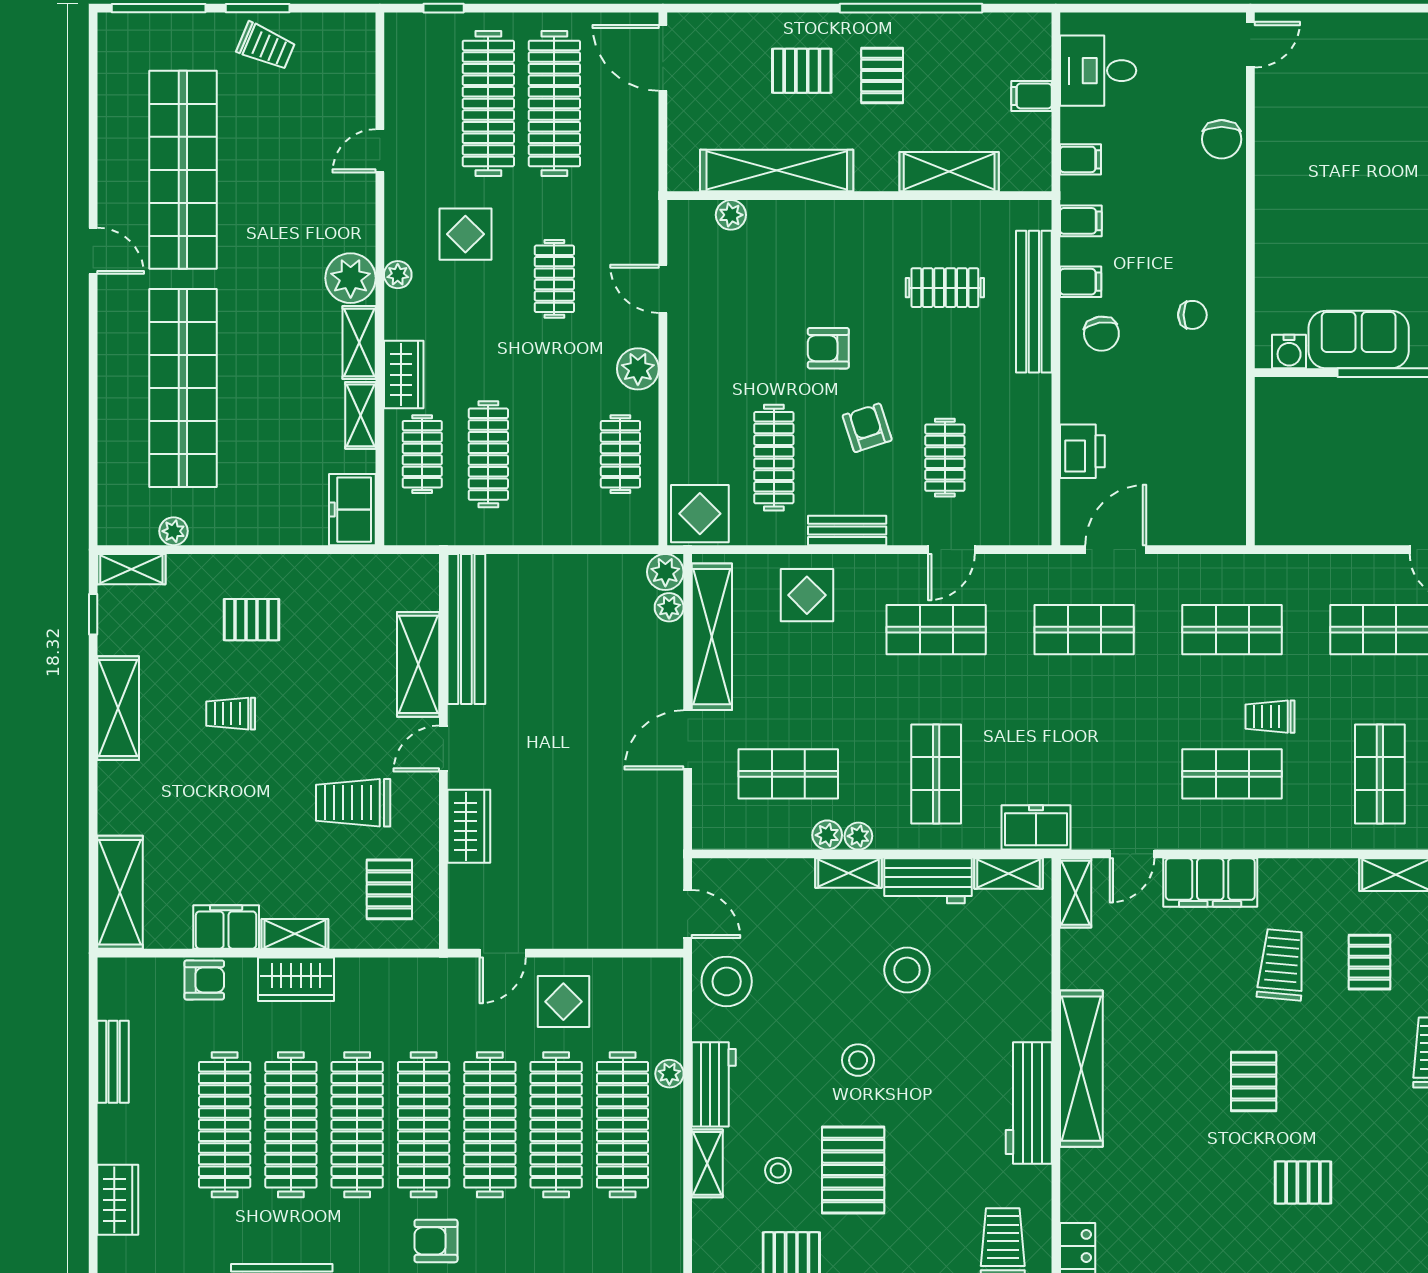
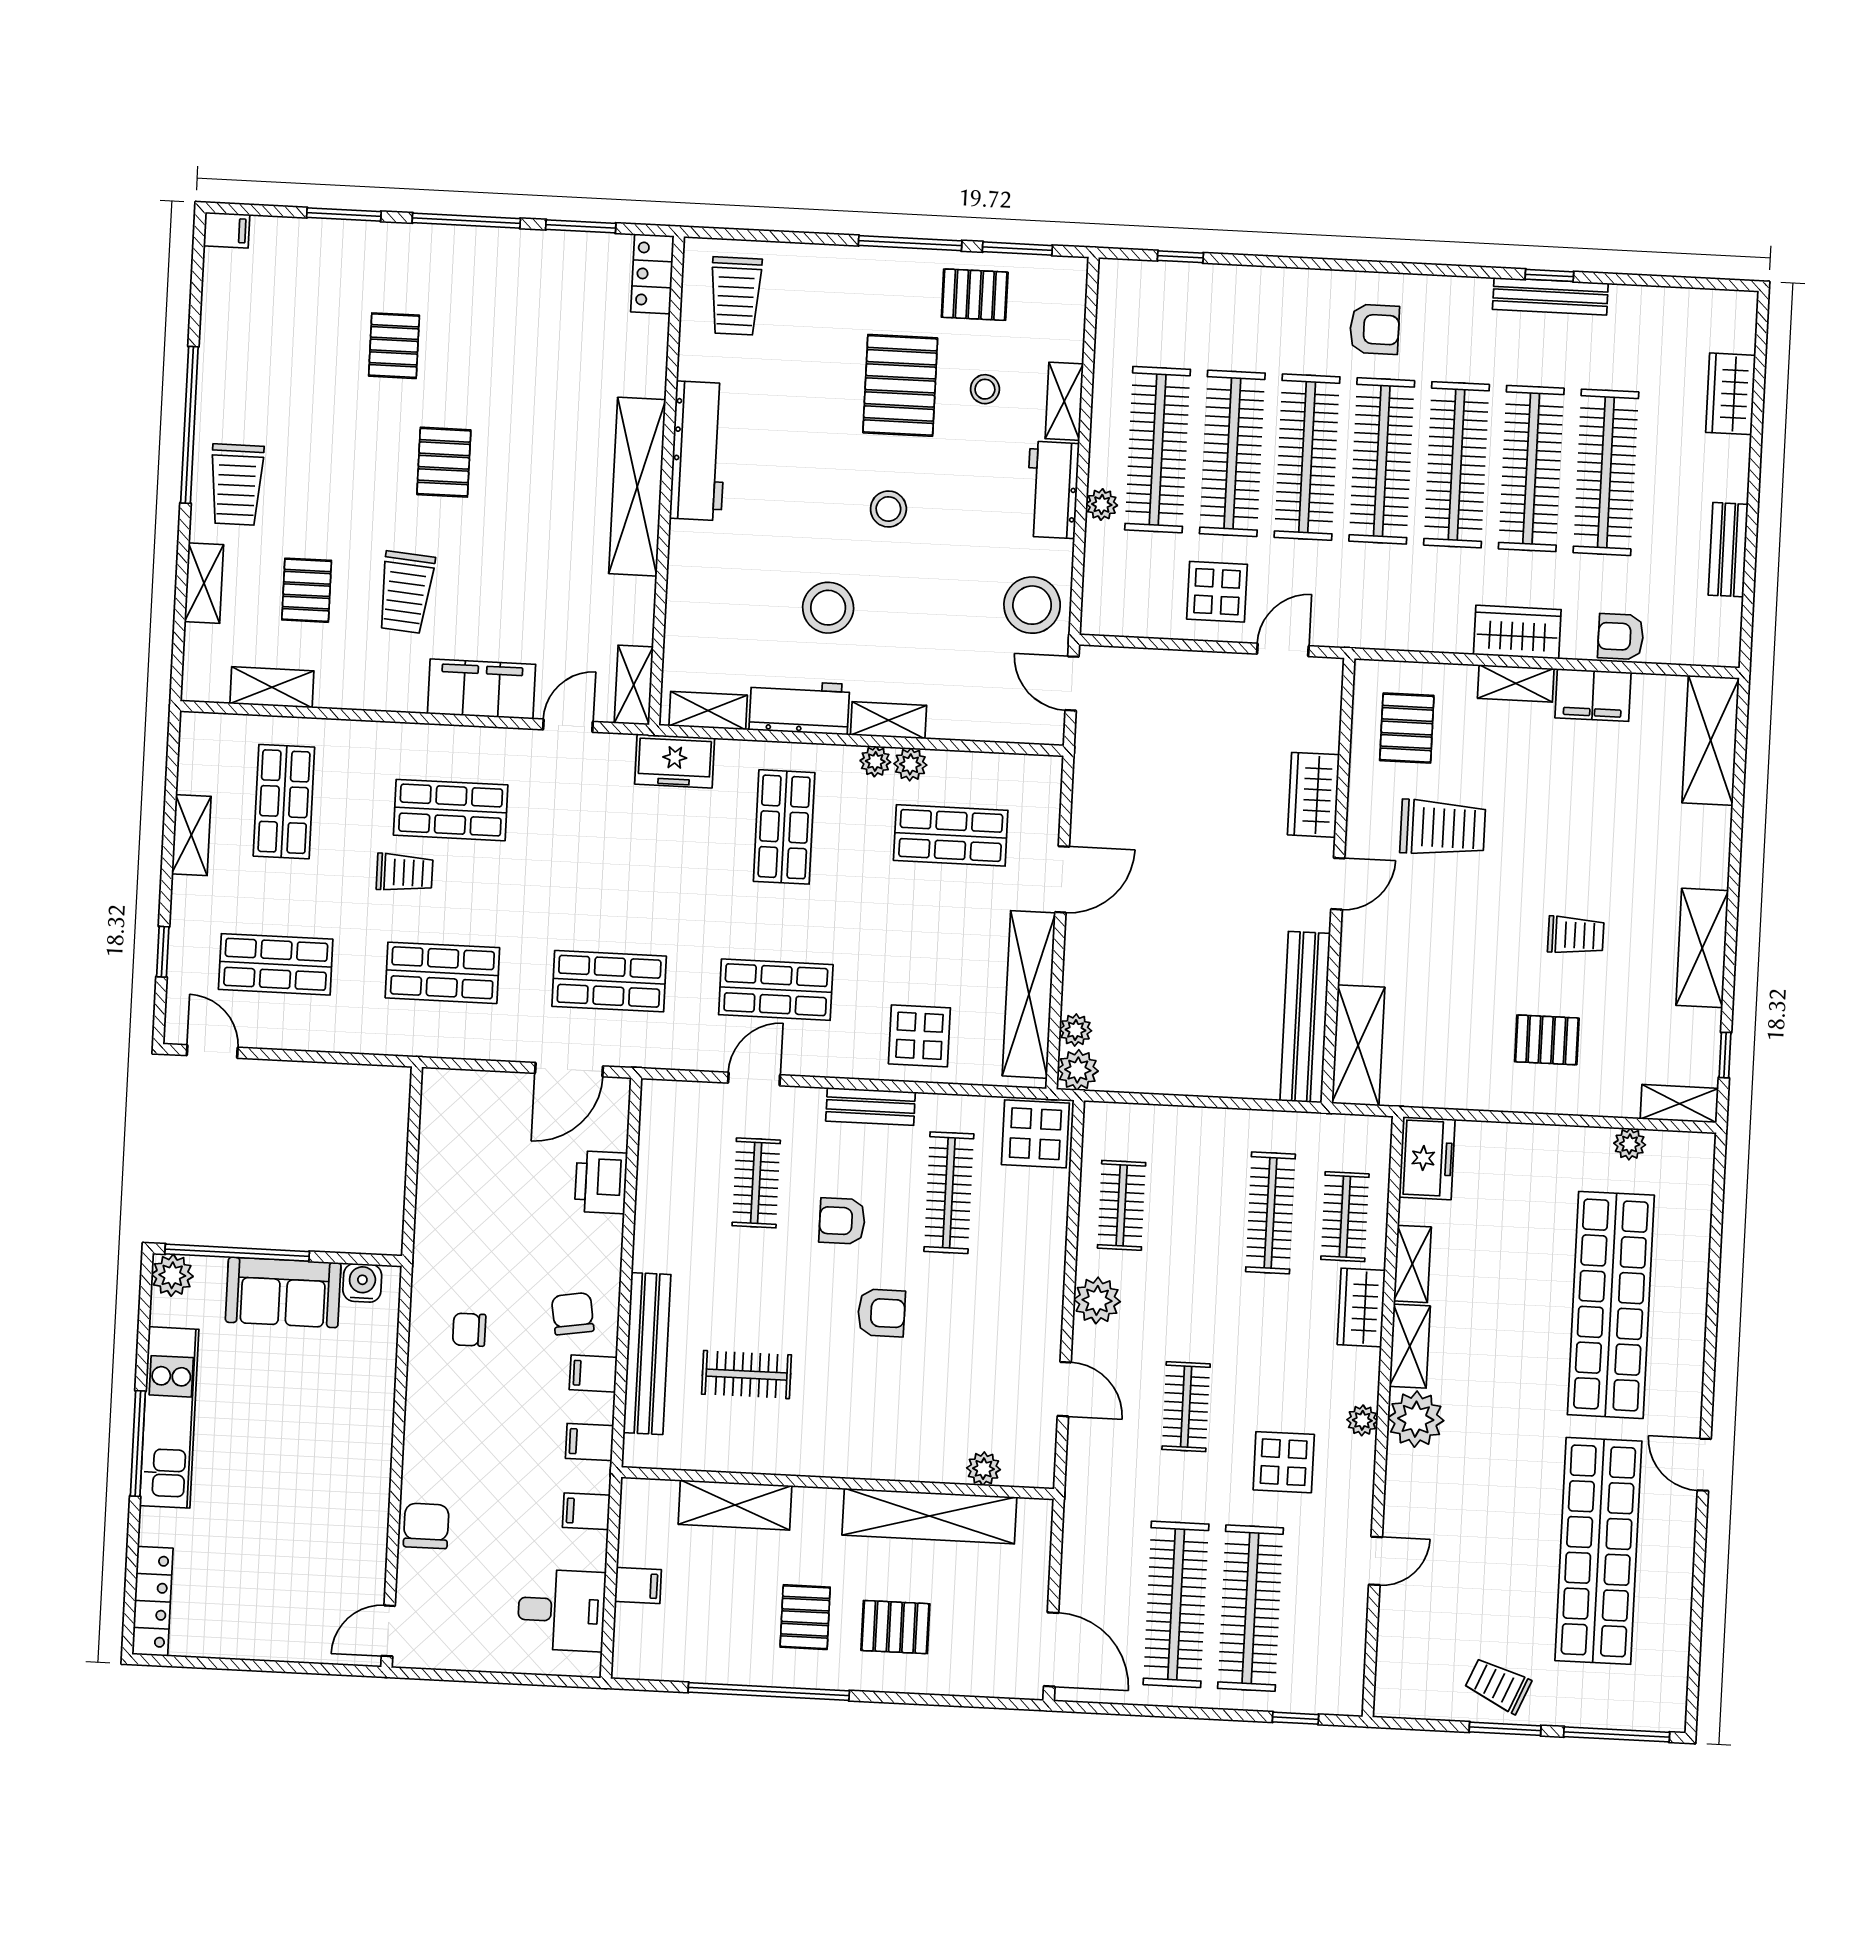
armchair: (867, 428) -> (842, 1221), turned 108
shelving: (418, 664) -> (1358, 1045), moved
pallet: (1303, 1182) -> (394, 346), turned 90

